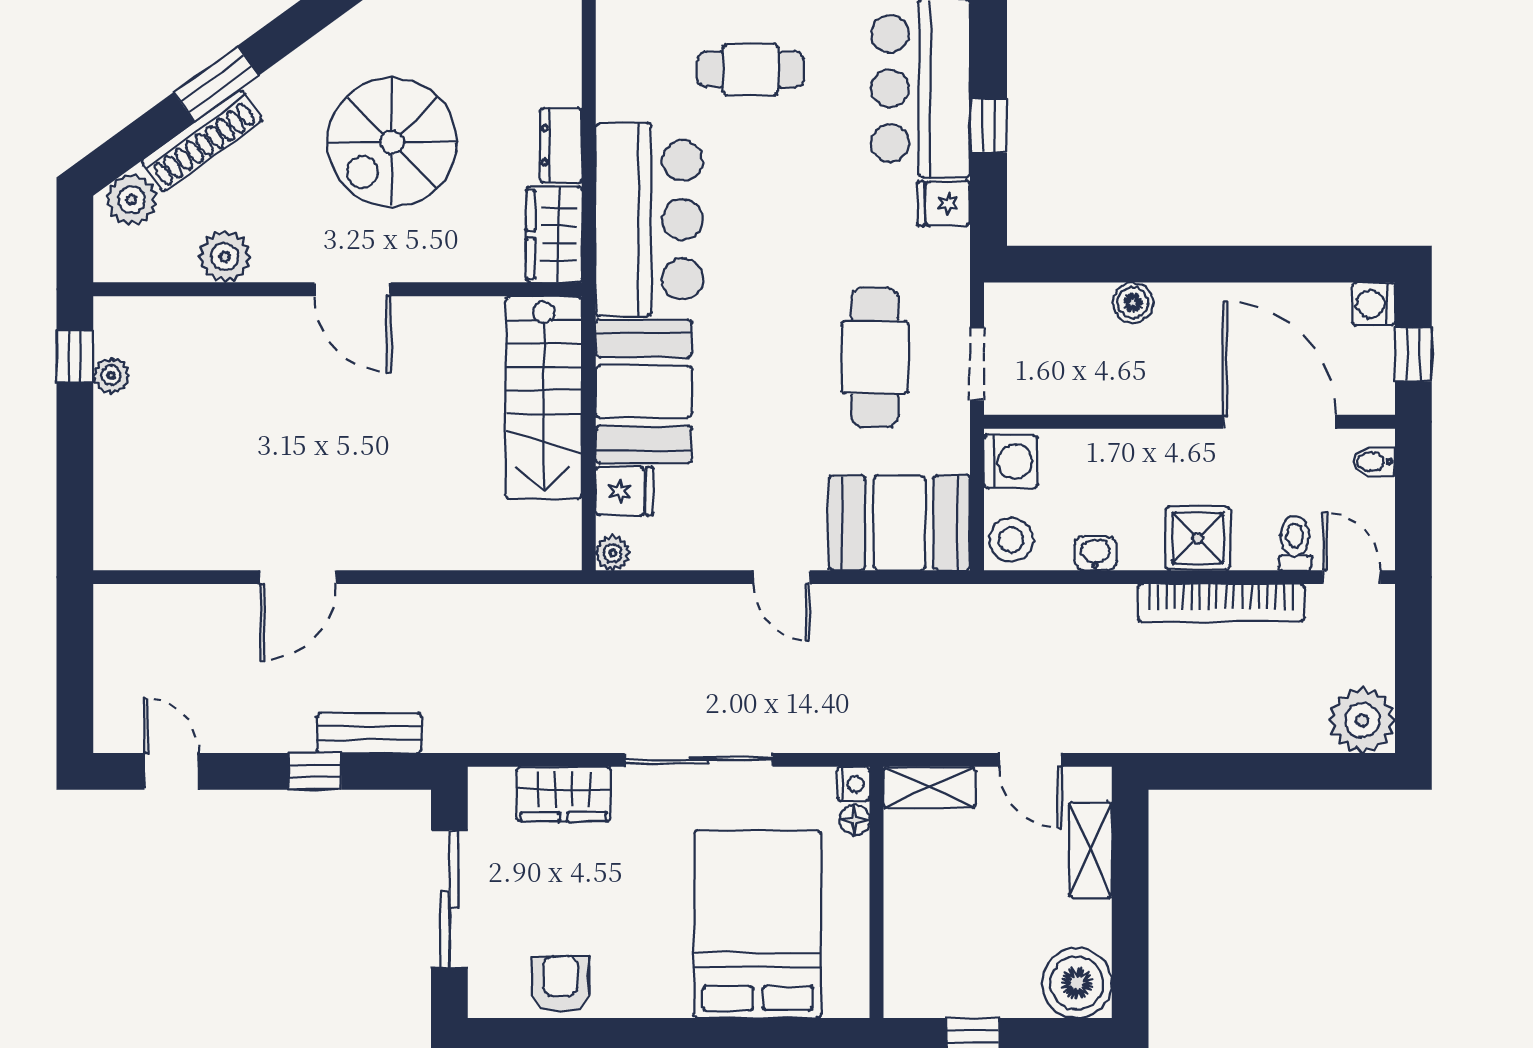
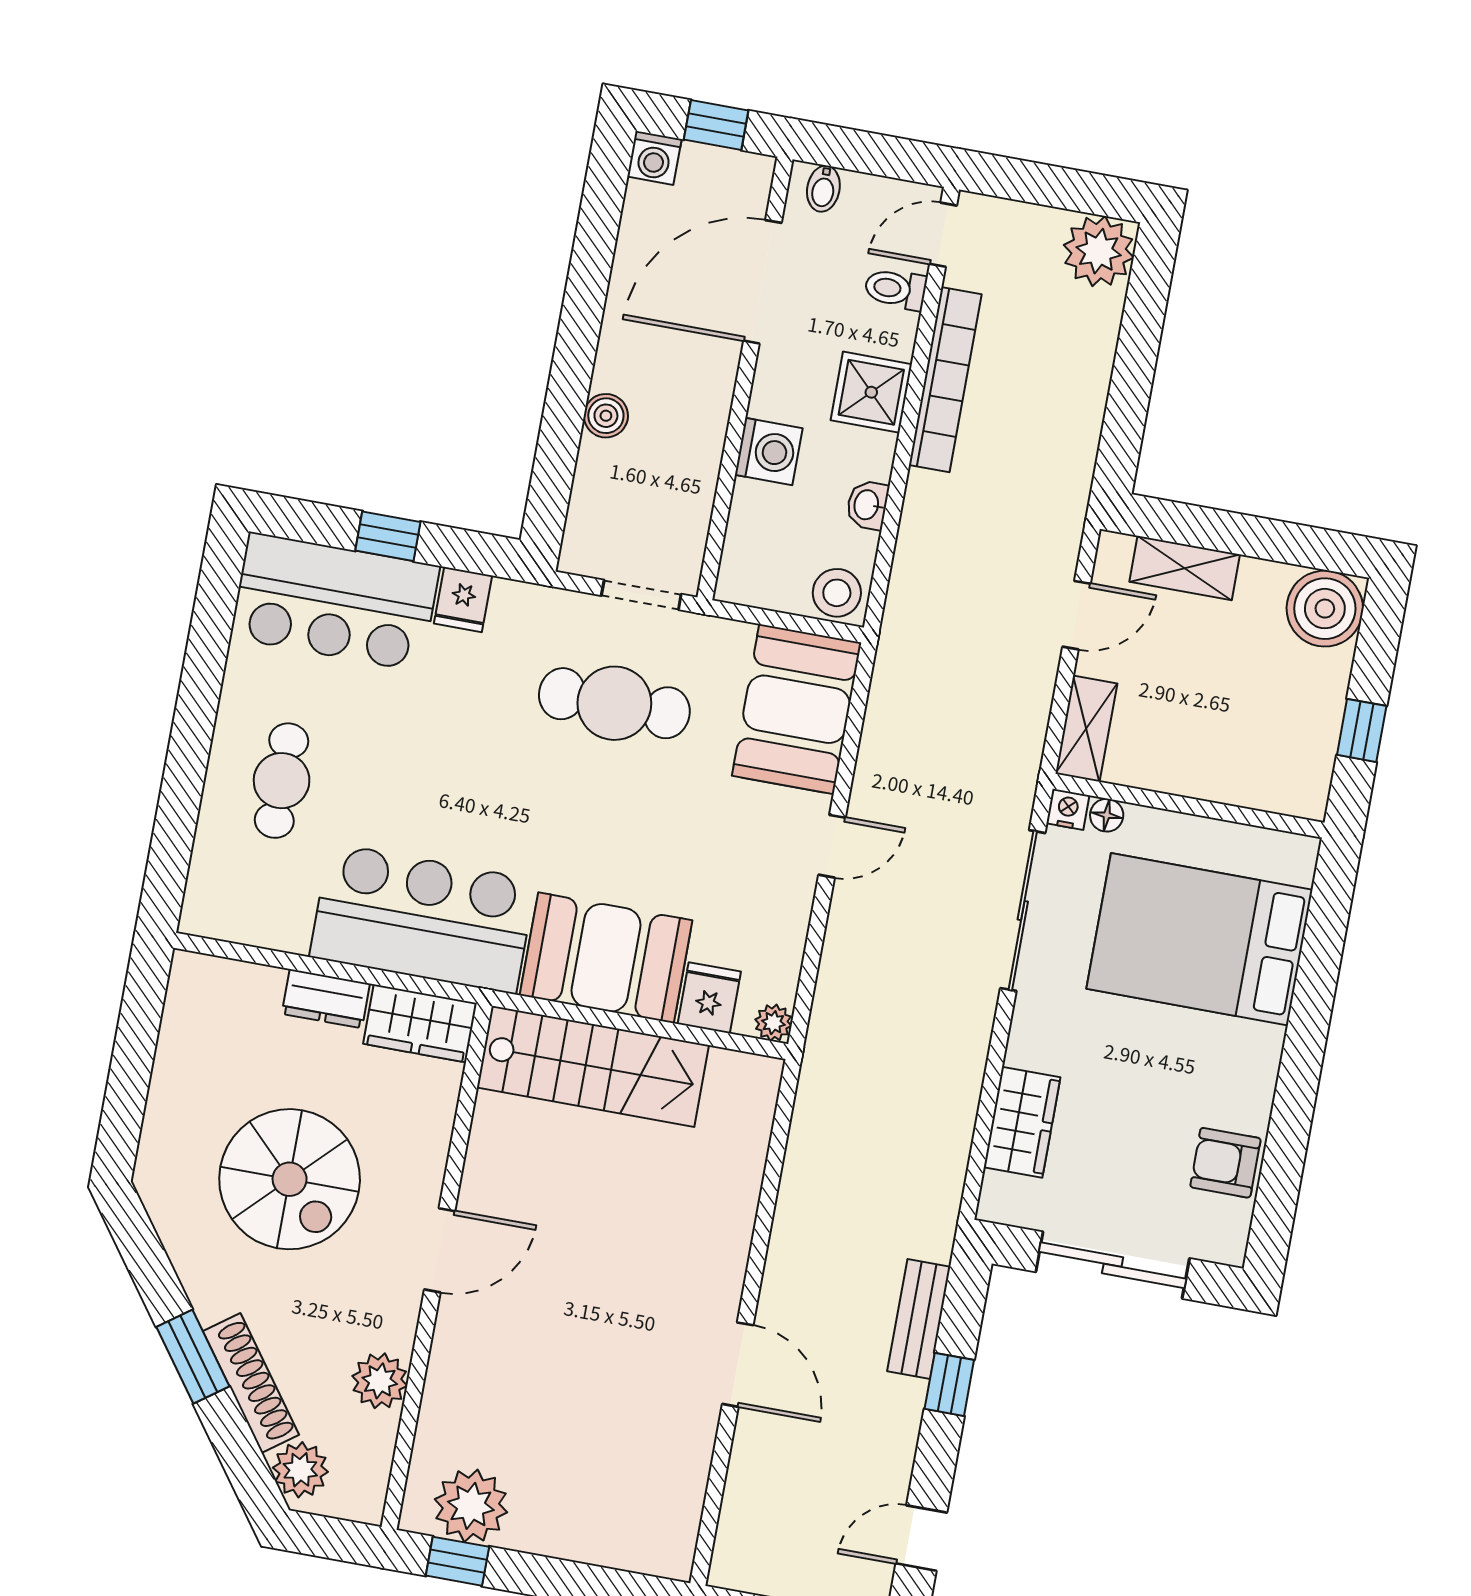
plant: (111, 375) -> (471, 1506), width x1.88, depth x1.88
washing machine: (1011, 462) -> (769, 452), moved, turned 90
sliding door: (699, 760) -> (1023, 911), moved

